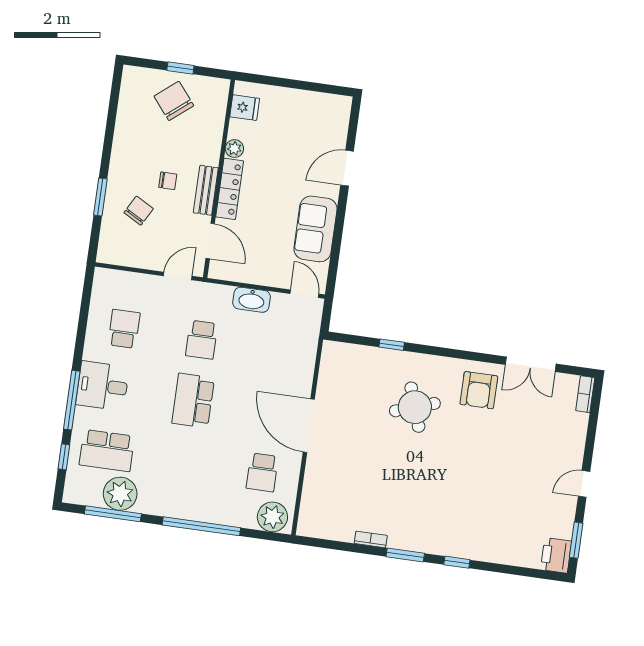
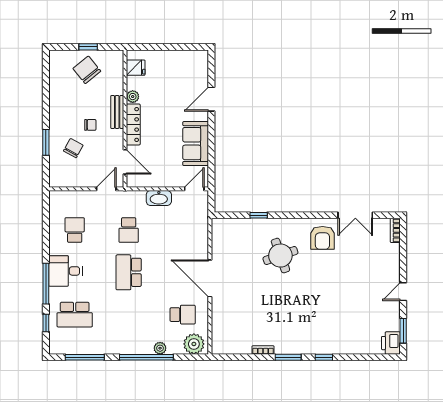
bench: (206, 190) -> (117, 112), moved
door: (304, 294) -> (194, 189), hinge flipped
school desk: (262, 472) -> (183, 315), turned -90
plant: (120, 494) -> (160, 348), moved, width x0.53, depth x0.53

